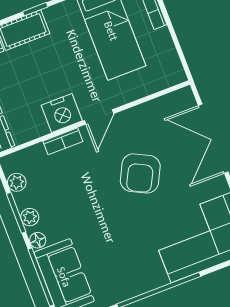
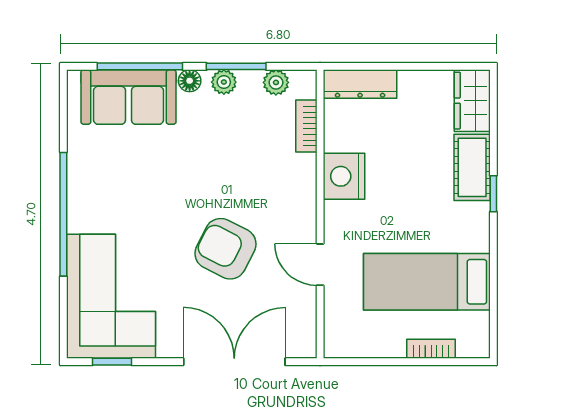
door: (99, 117) -> (320, 265), moved
bookcase: (63, 141) -> (306, 126), moved

